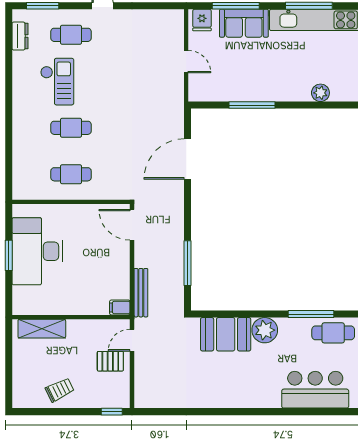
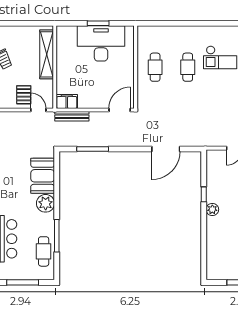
plant: (320, 93) -> (212, 210), moved
window: (252, 105) -> (204, 194), width x0.46
door: (188, 159) -> (166, 149), swing flipped
filing cabinet: (120, 307) -> (67, 101), width x2.00
shelving: (42, 329) -> (47, 54), width x1.47

